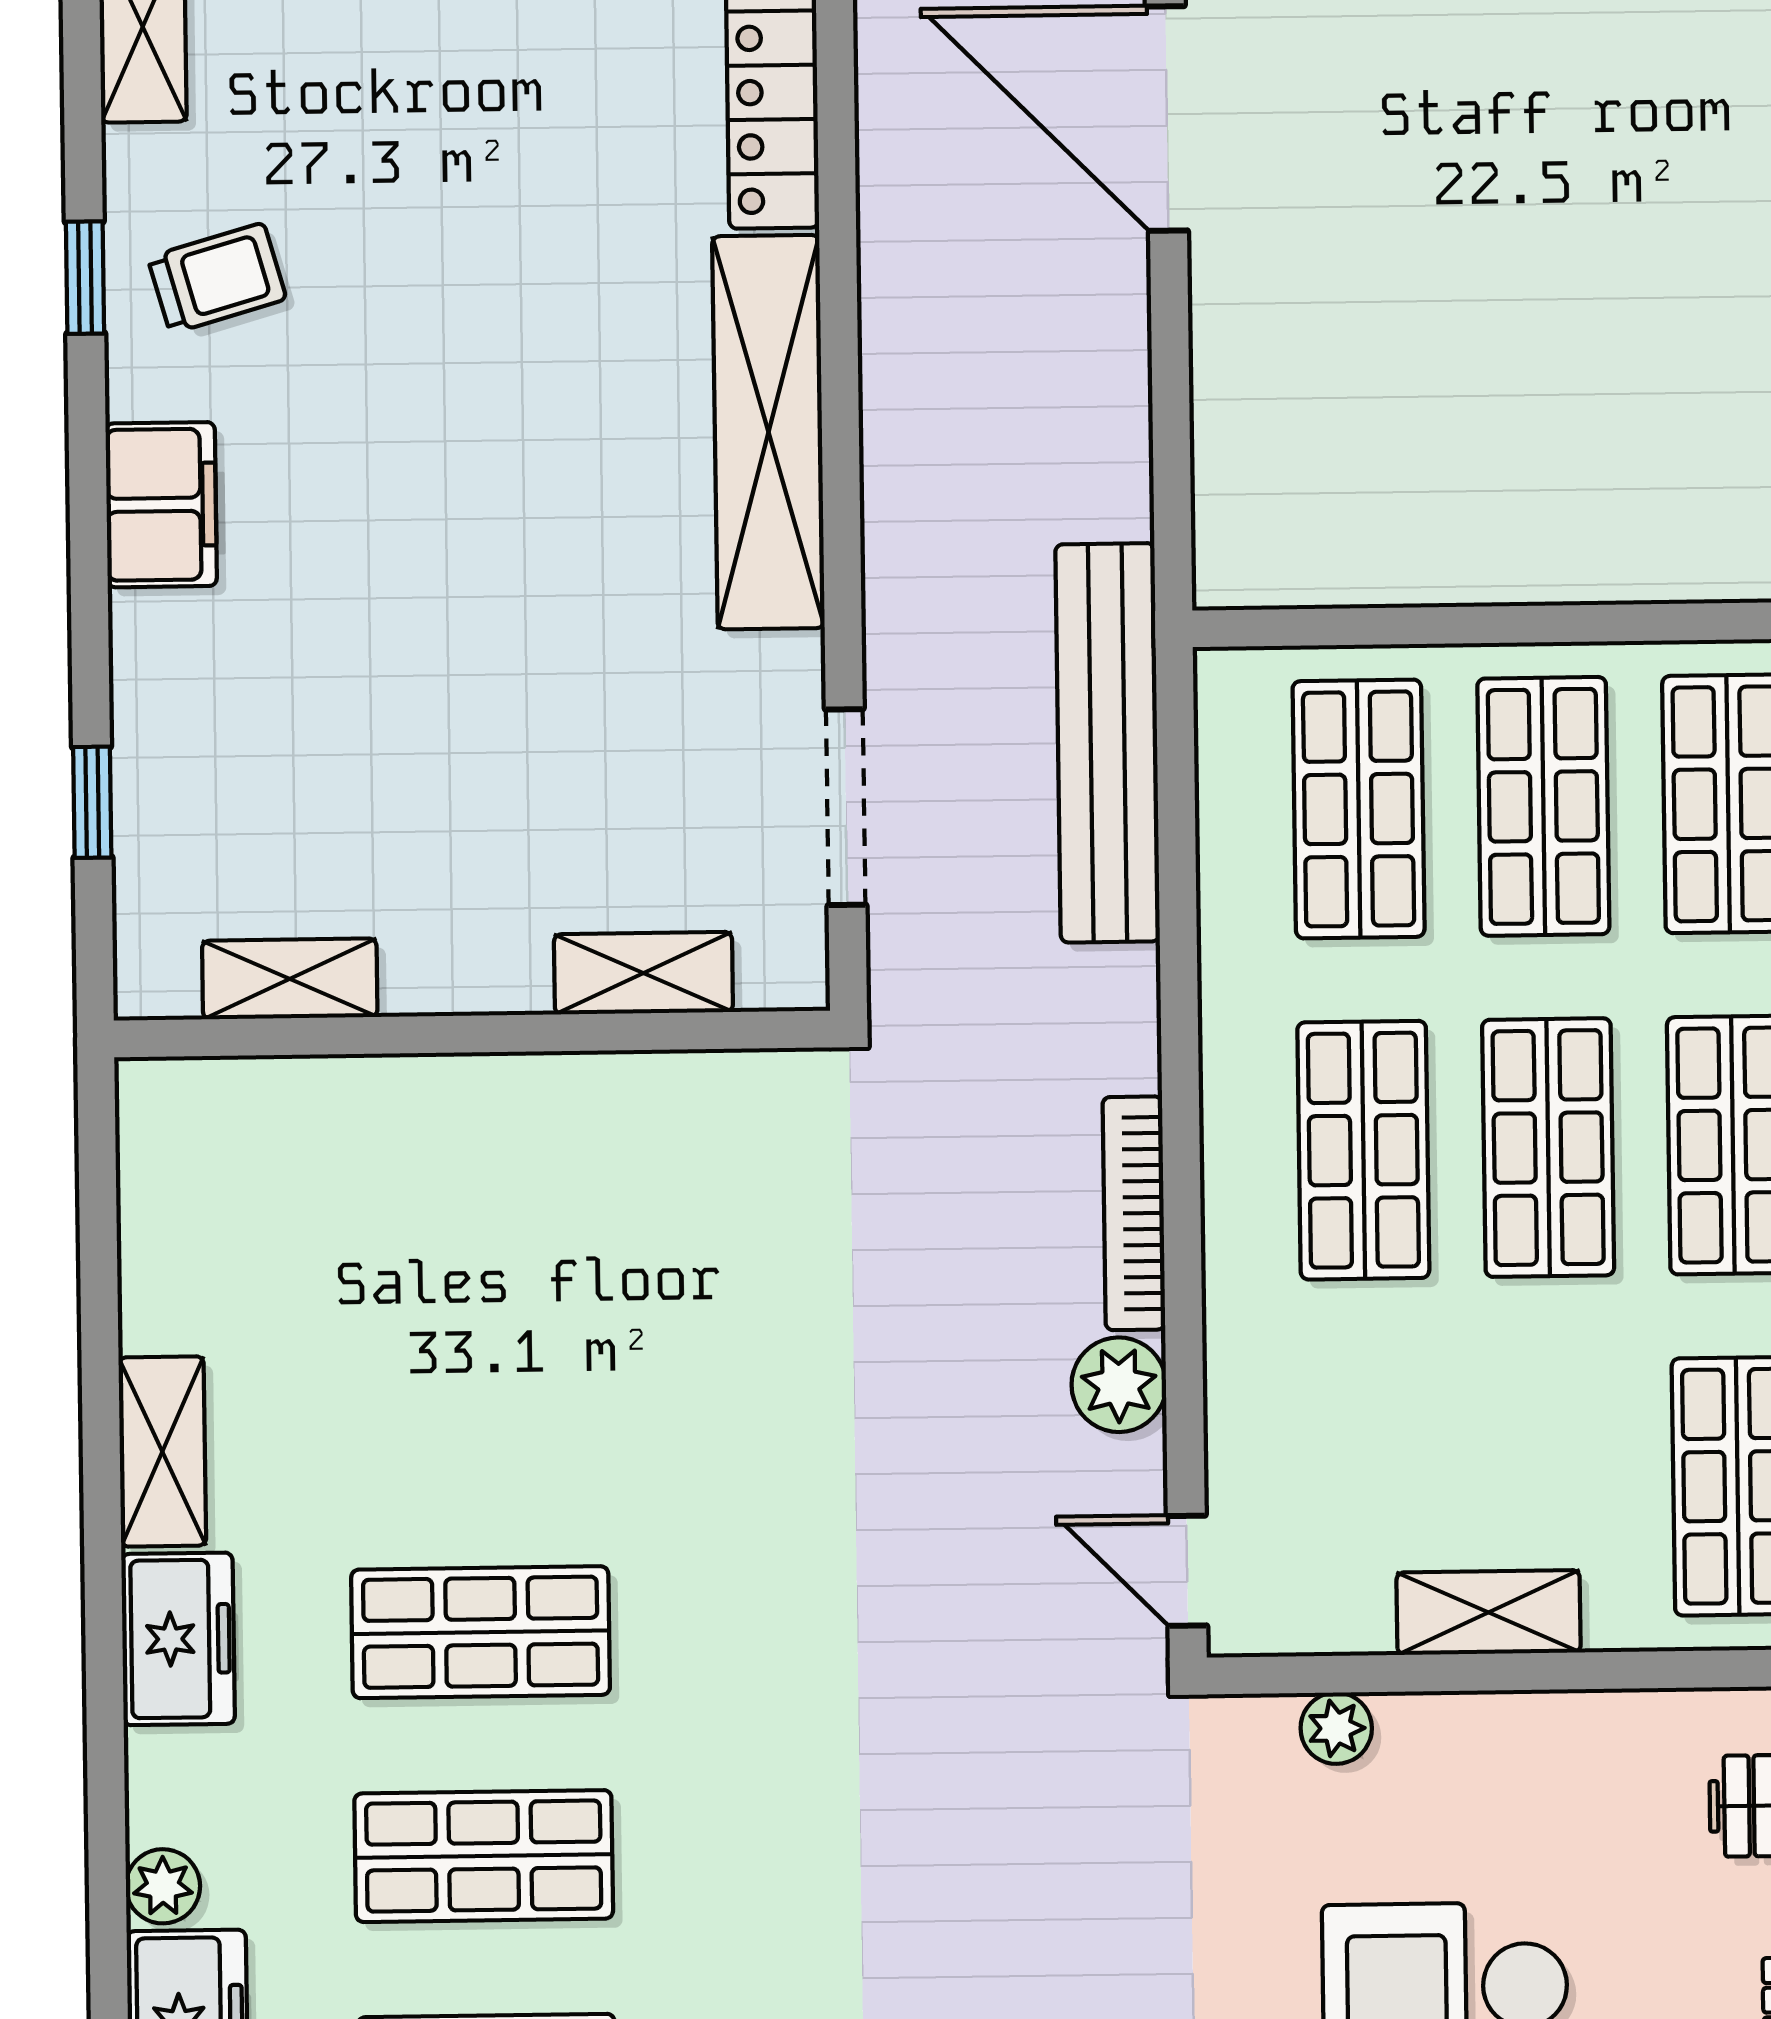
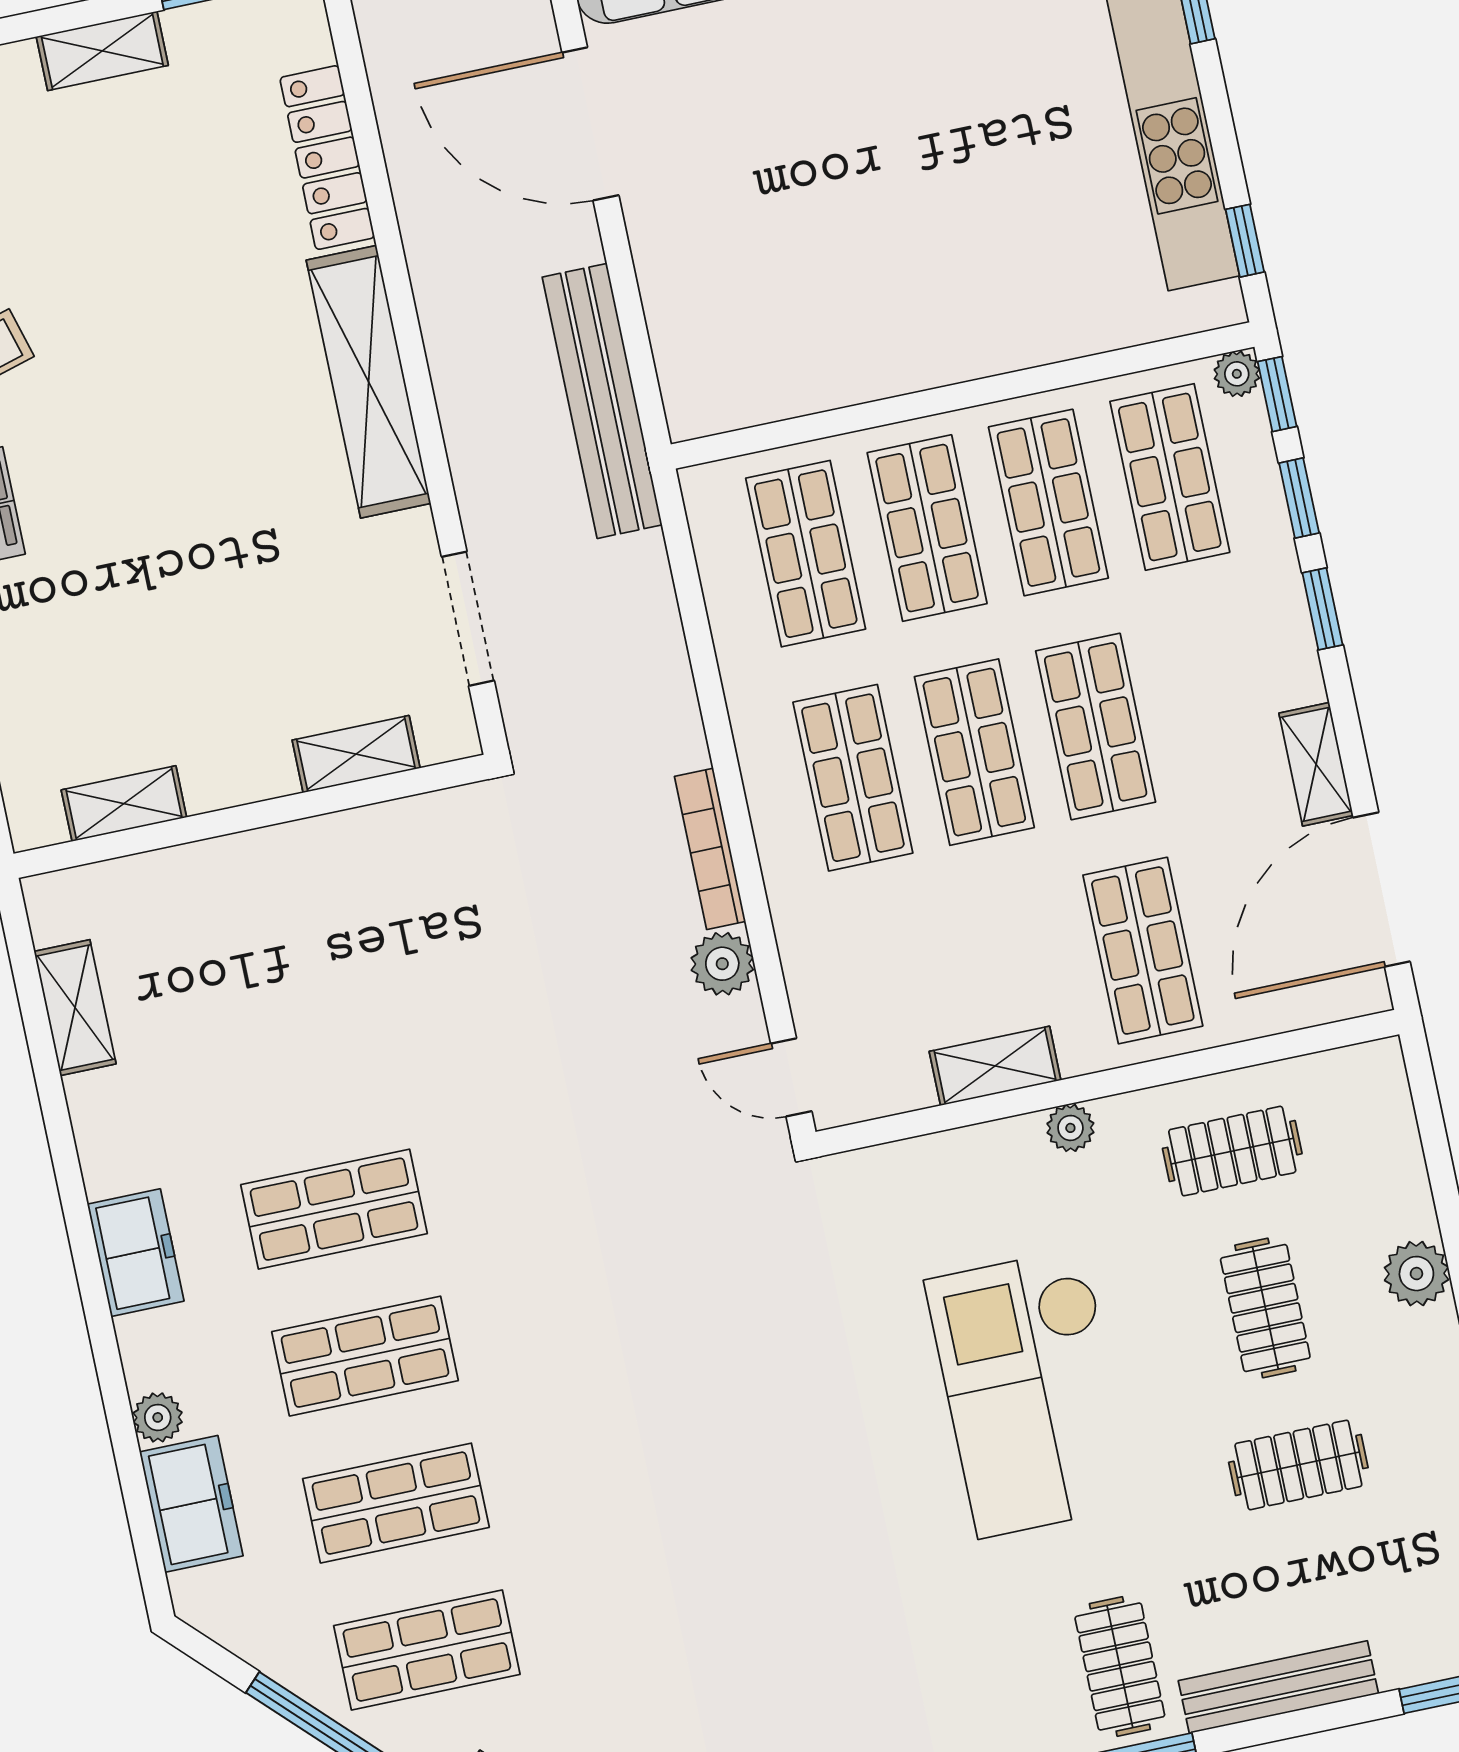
bench: (1108, 743) -> (602, 401), moved
shelving: (162, 1451) -> (75, 1008), moved
plant: (1336, 1728) -> (1070, 1128), moved

